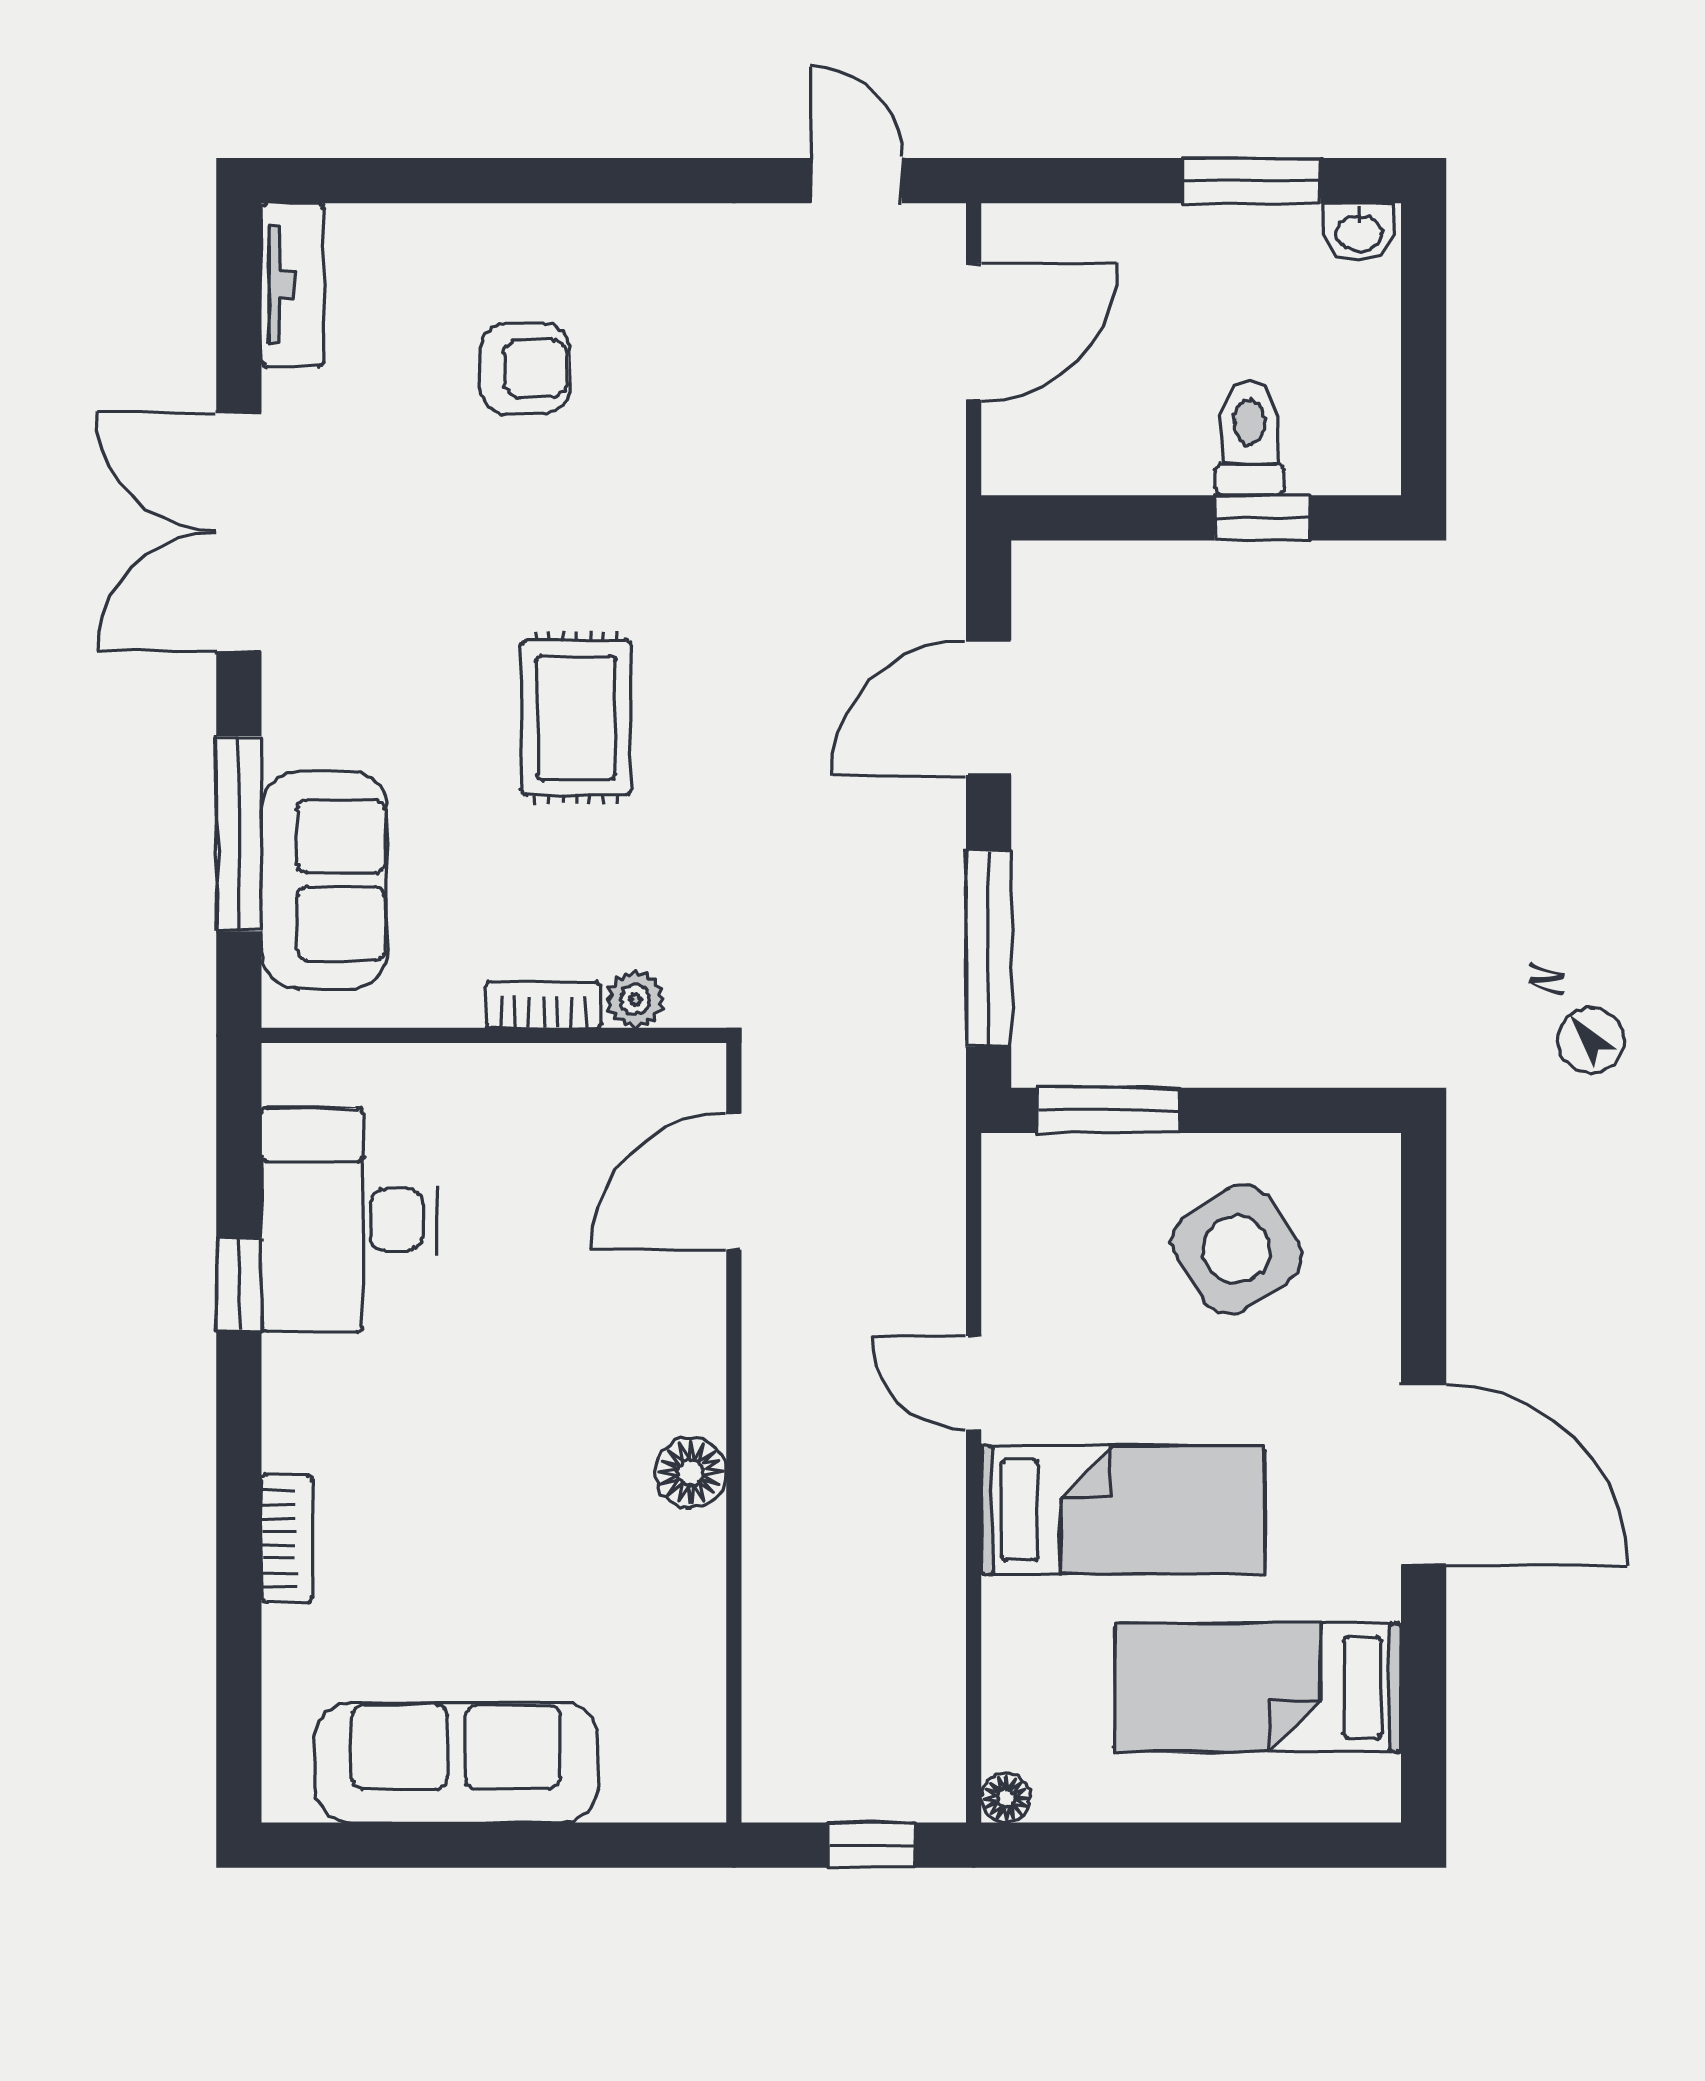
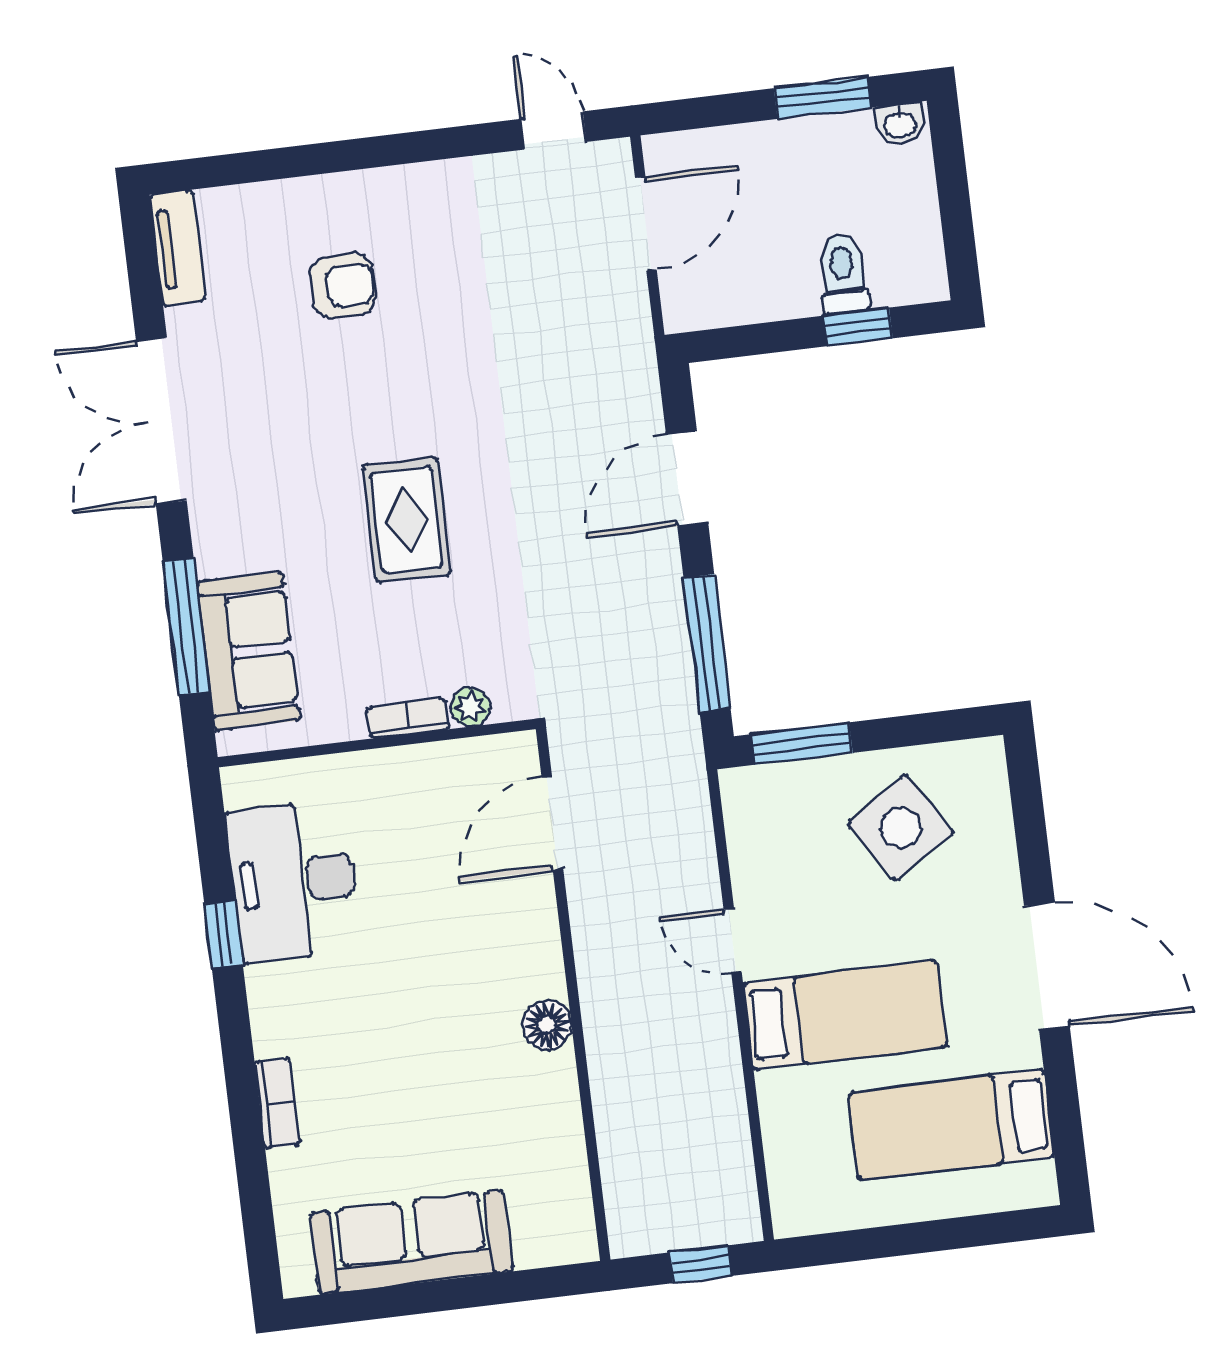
floor lamp: (1006, 1798) -> (789, 1221), removed

